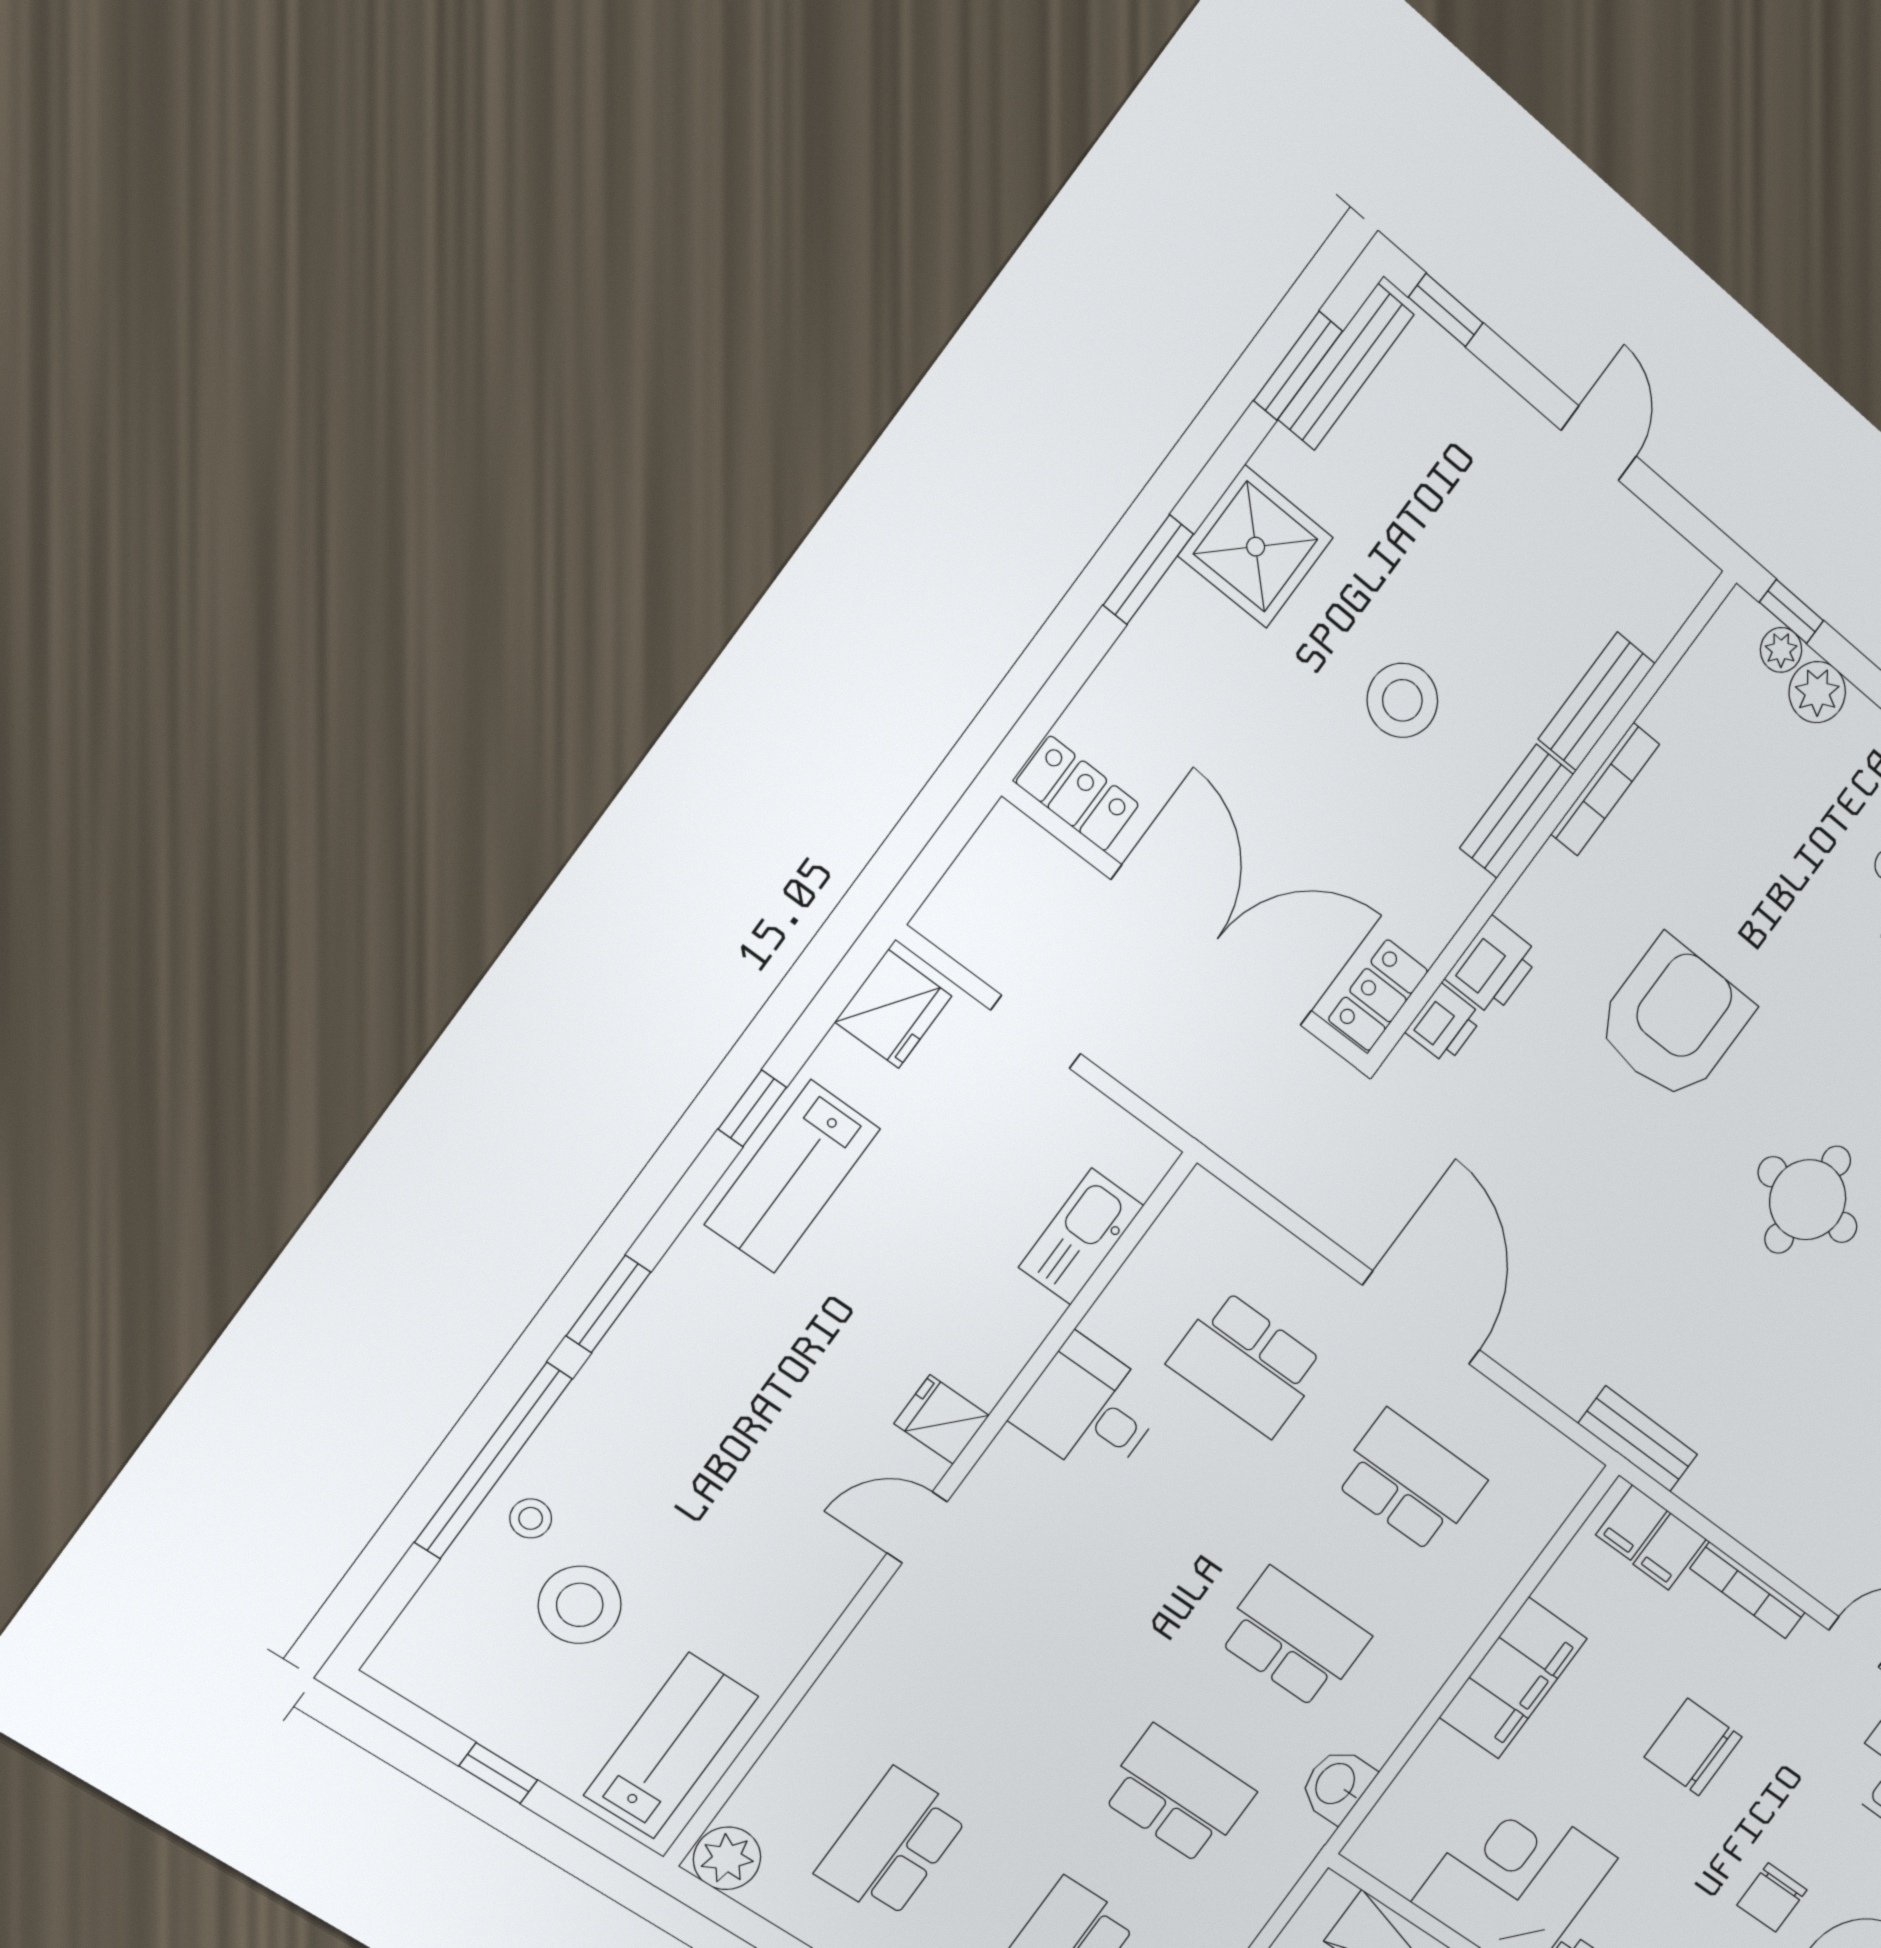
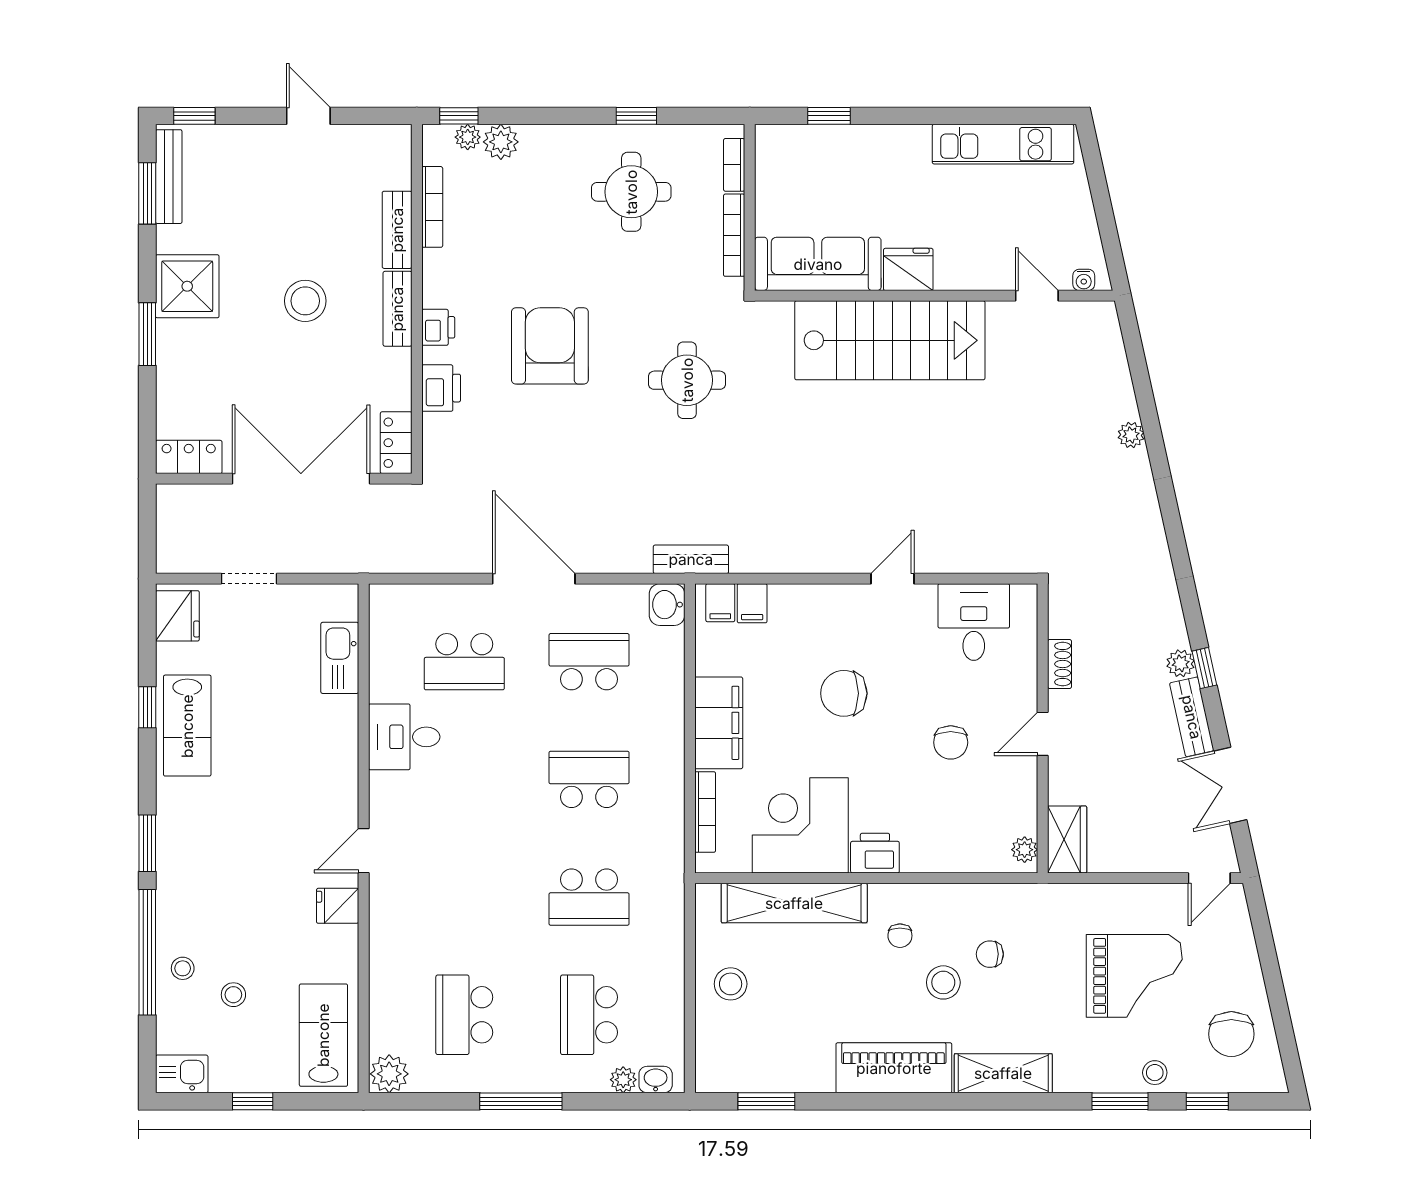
bookcase: (1605, 789) -> (432, 207), moved
printer: (1444, 1024) -> (438, 327), moved
fridge: (942, 1420) -> (338, 906), moved
bookcase: (1748, 1590) -> (705, 812), moved, turned -90
stool: (580, 1605) -> (233, 995), width x0.53, depth x0.53
kitchen sink: (419, 1668) -> (182, 1074), added
washbasin: (1337, 1784) -> (667, 605), moved
school desk: (1178, 1795) -> (589, 897), turned 180

